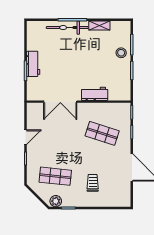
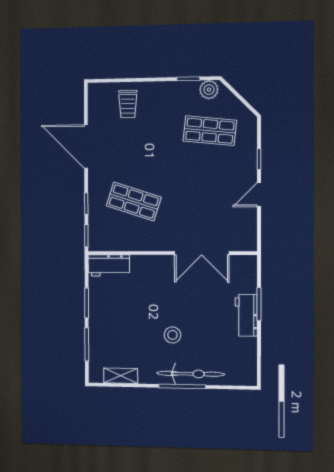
shelving: (99, 25) -> (121, 376), moved
stool: (121, 53) -> (172, 335), moved
workbench: (95, 94) -> (109, 265), moved
double door: (60, 102) -> (202, 253), swing flipped
trolley: (93, 183) -> (128, 104), moved

